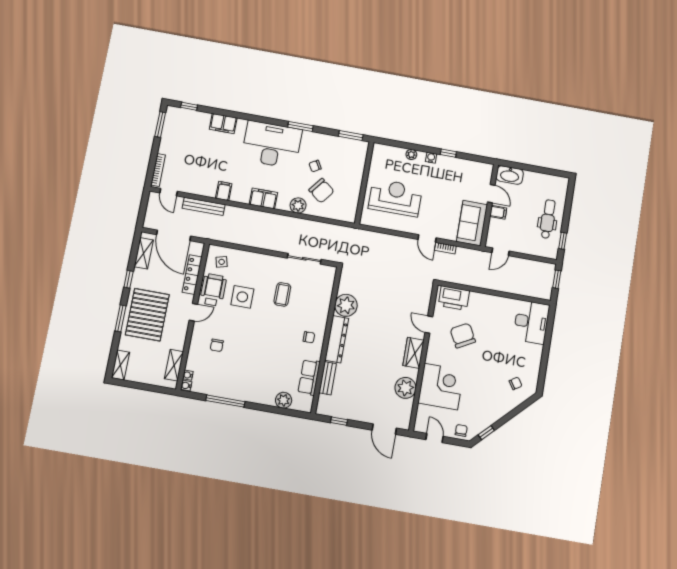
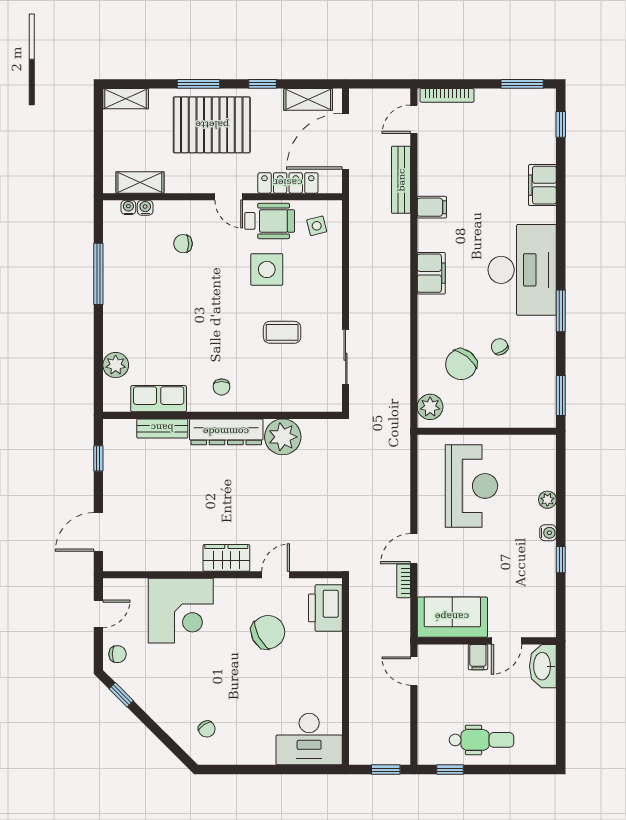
plant: (298, 205) -> (430, 407), moved
water cooler: (186, 386) -> (145, 208), moved
plant: (405, 388) -> (169, 555), removed

